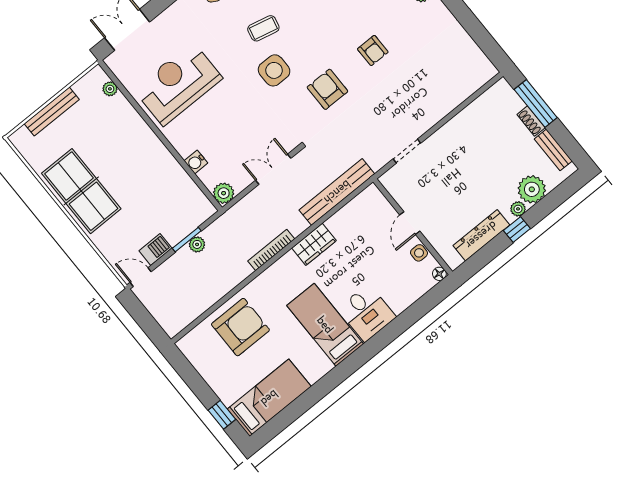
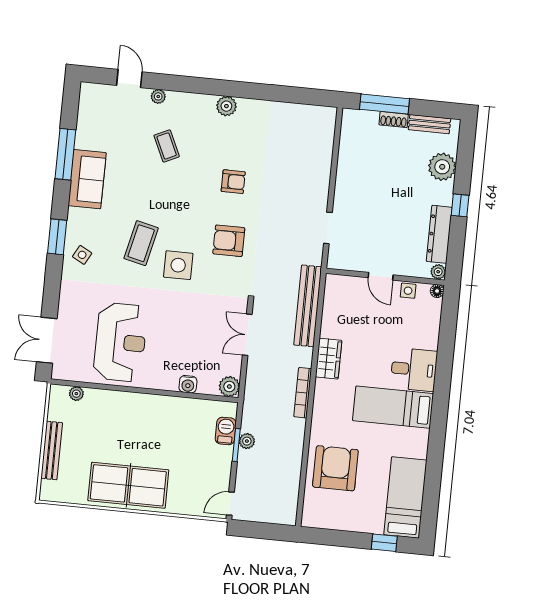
coffee table: (263, 28) -> (141, 243), width x1.36, depth x1.30
reception desk: (178, 84) -> (120, 342), turned 180
plant: (518, 209) -> (438, 272), moved
barbecue: (155, 249) -> (226, 431), moved

